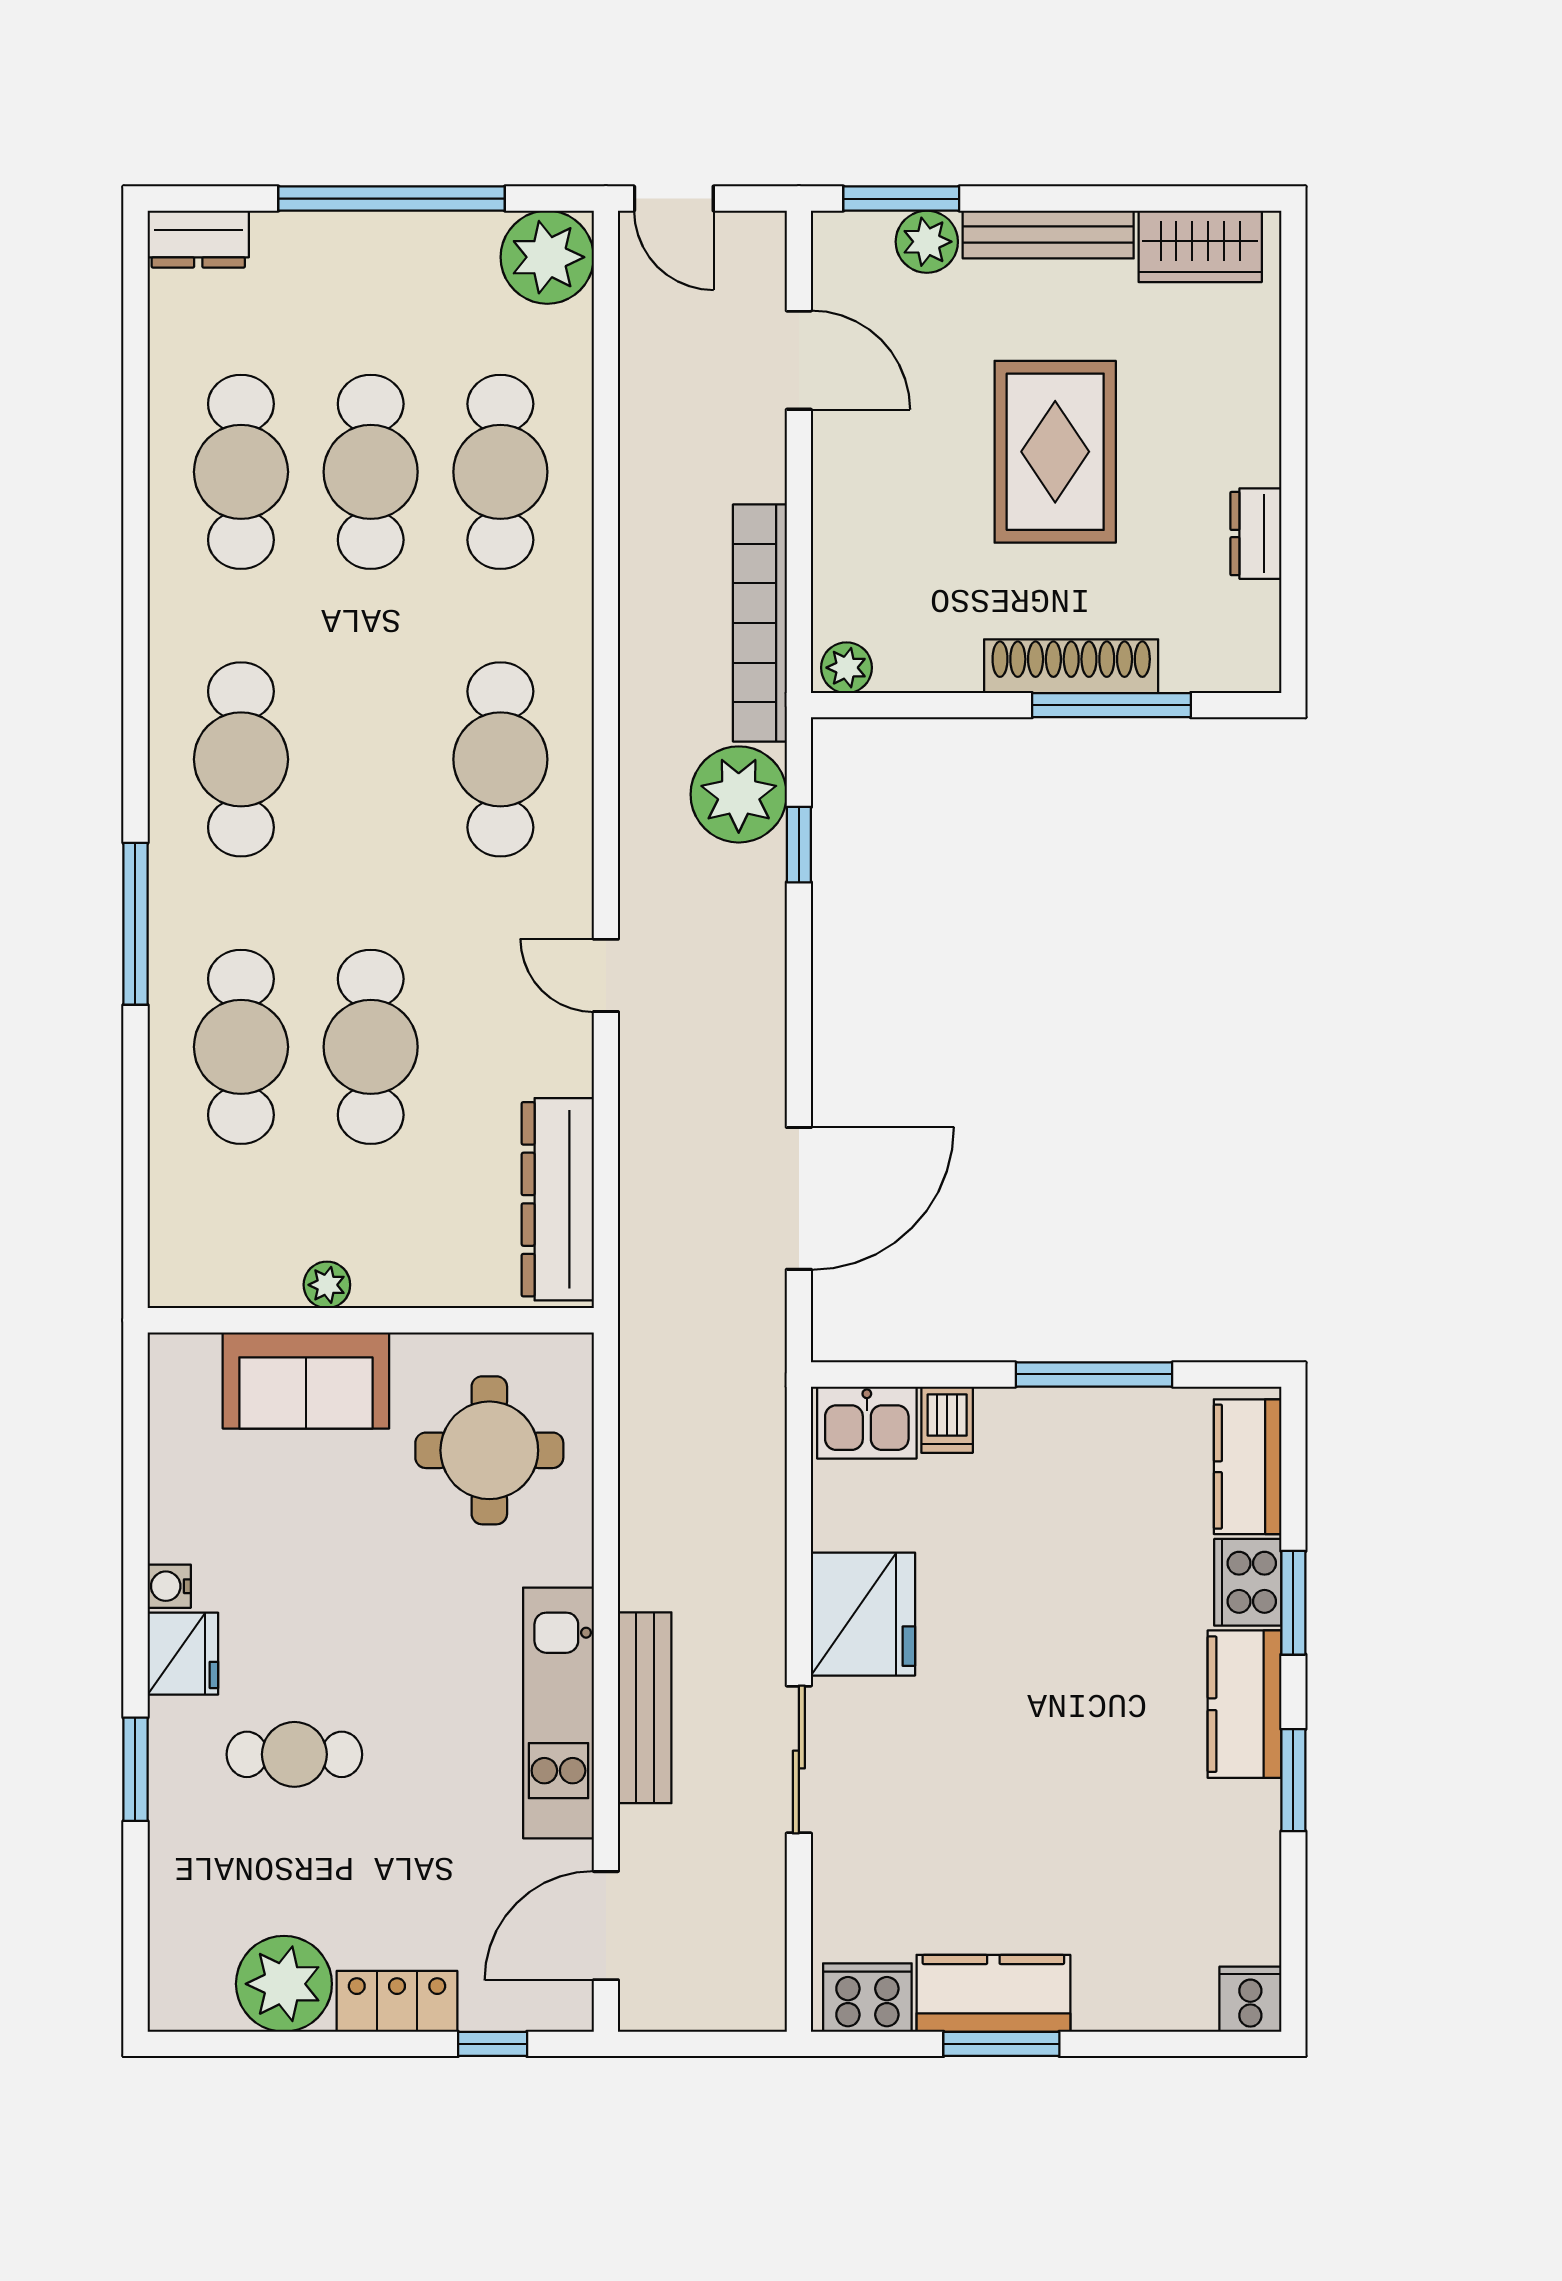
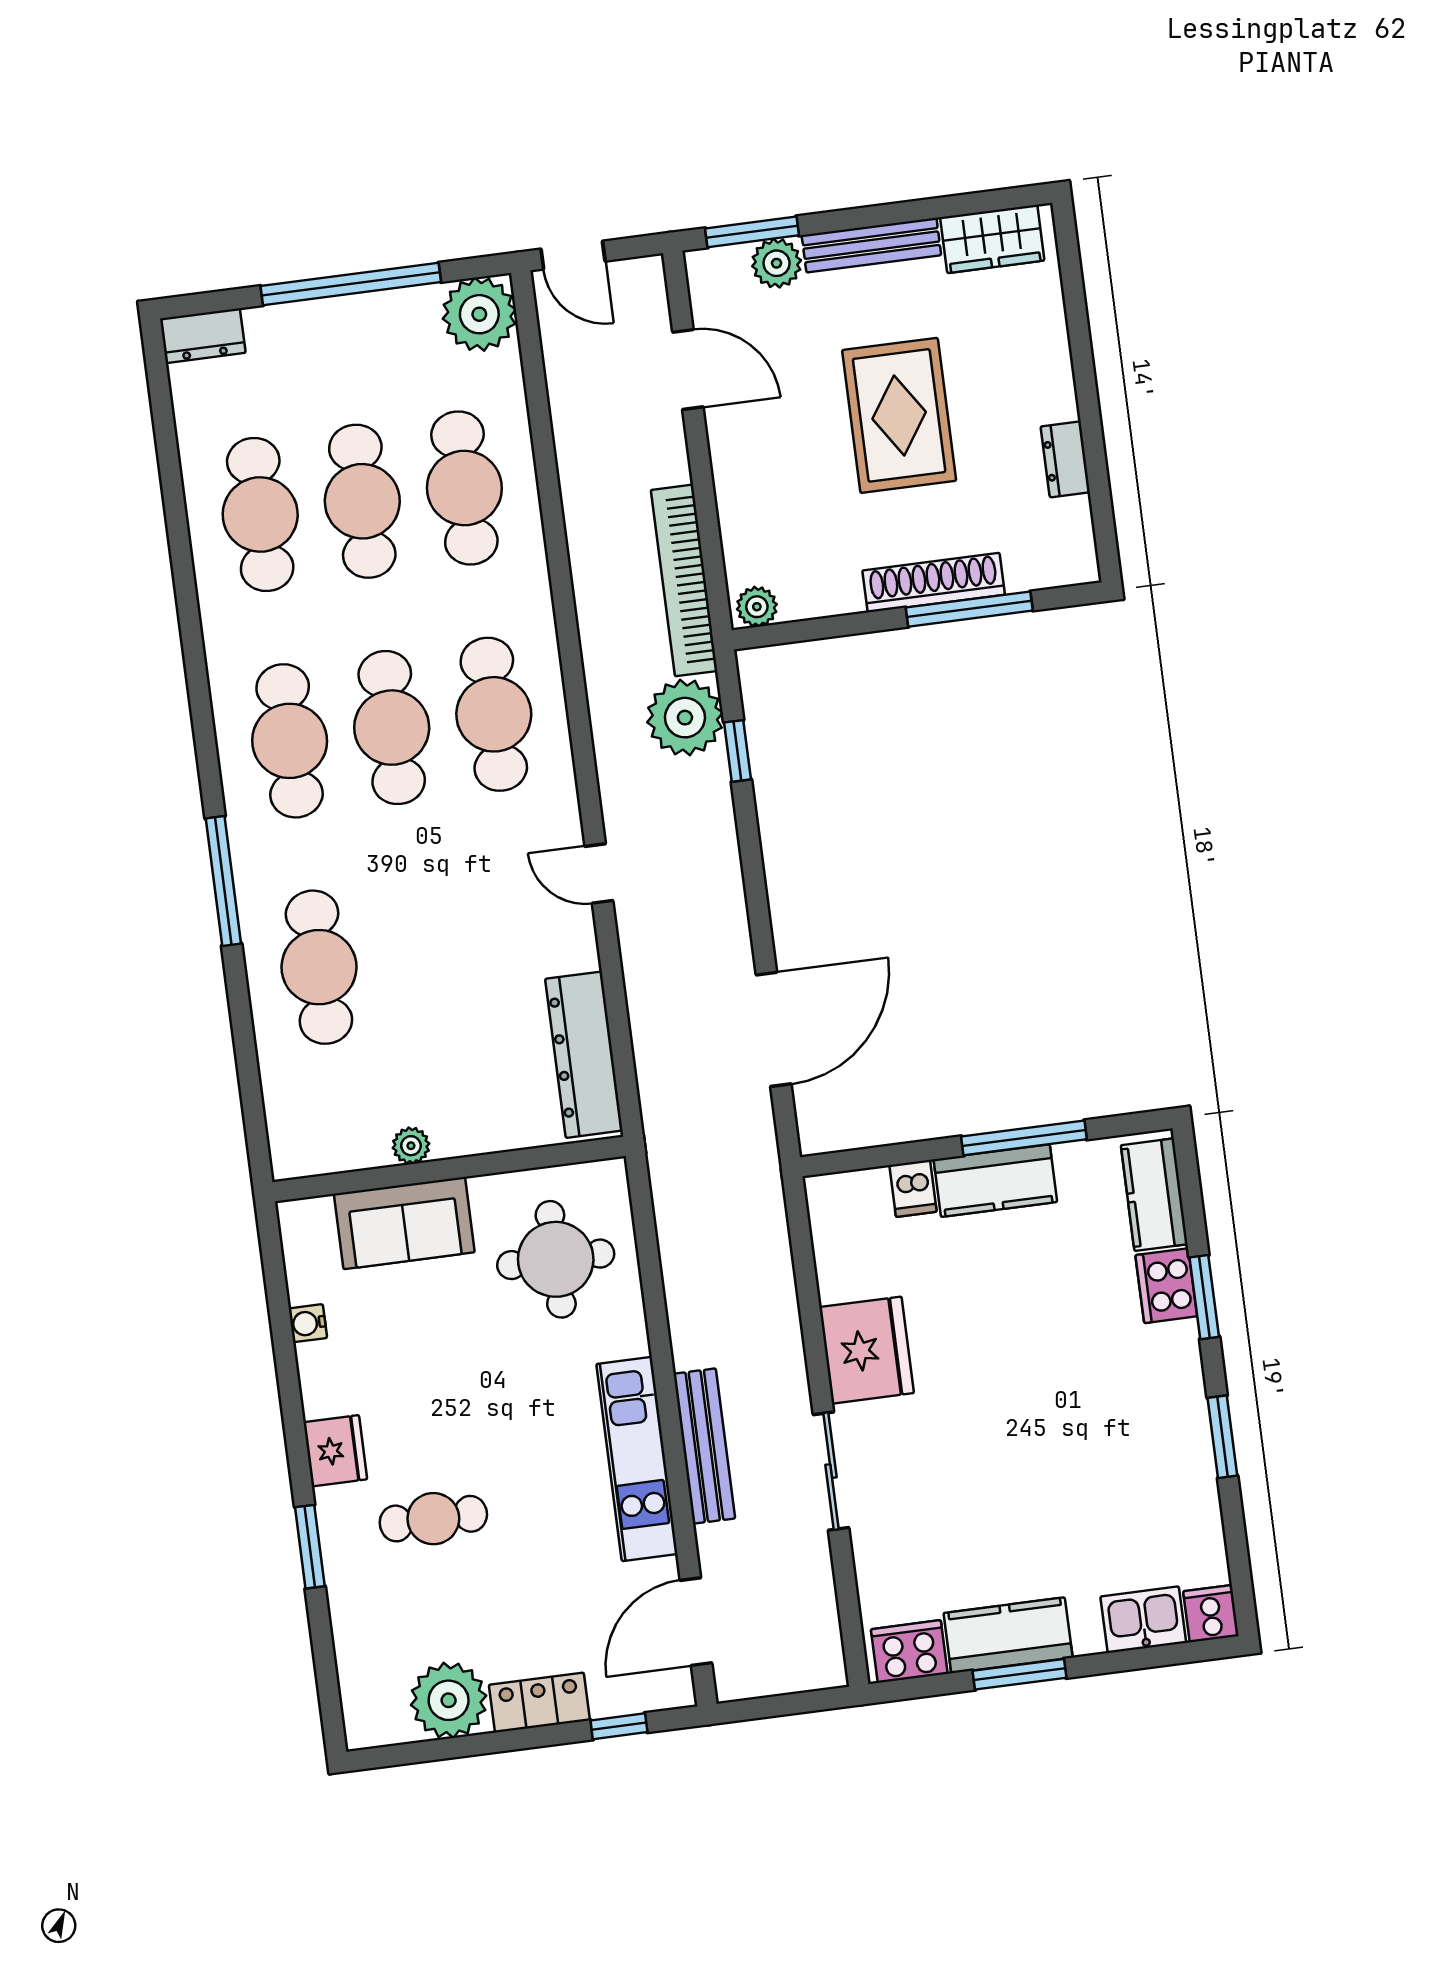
cafe table: (371, 1047) -> (392, 728), moved
kitchen sink: (867, 1423) -> (1143, 1620), moved, turned 180
water cooler: (169, 1586) -> (308, 1323), moved
kitchen counter: (1244, 1704) -> (995, 1181), moved, turned -90

